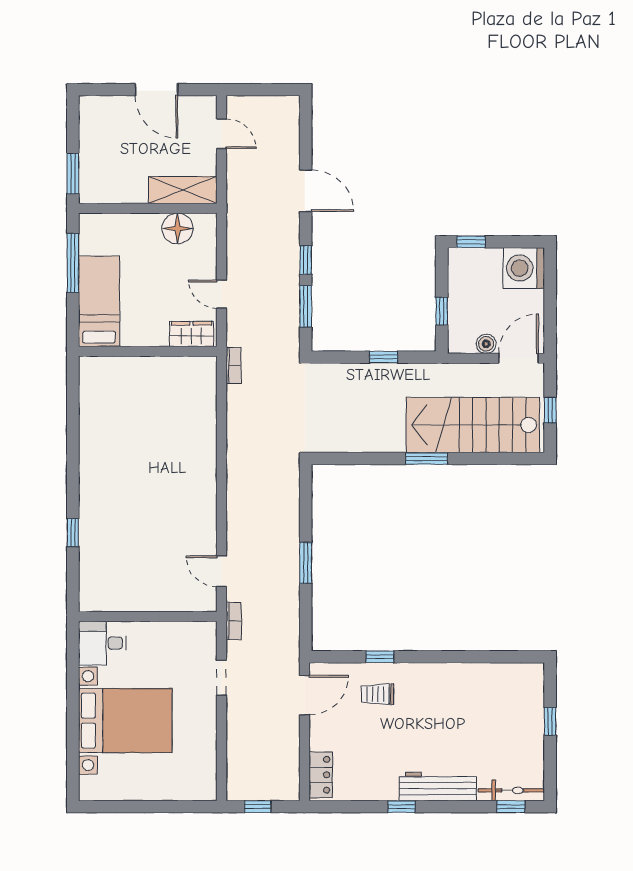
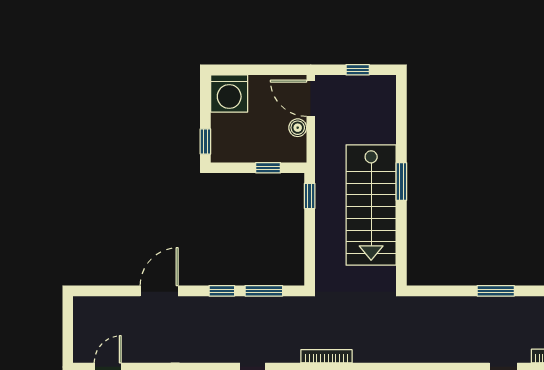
window: (384, 357) -> (310, 196), moved
bookcase: (233, 365) -> (326, 356), width x1.56
stairs: (473, 425) -> (371, 205), moved

